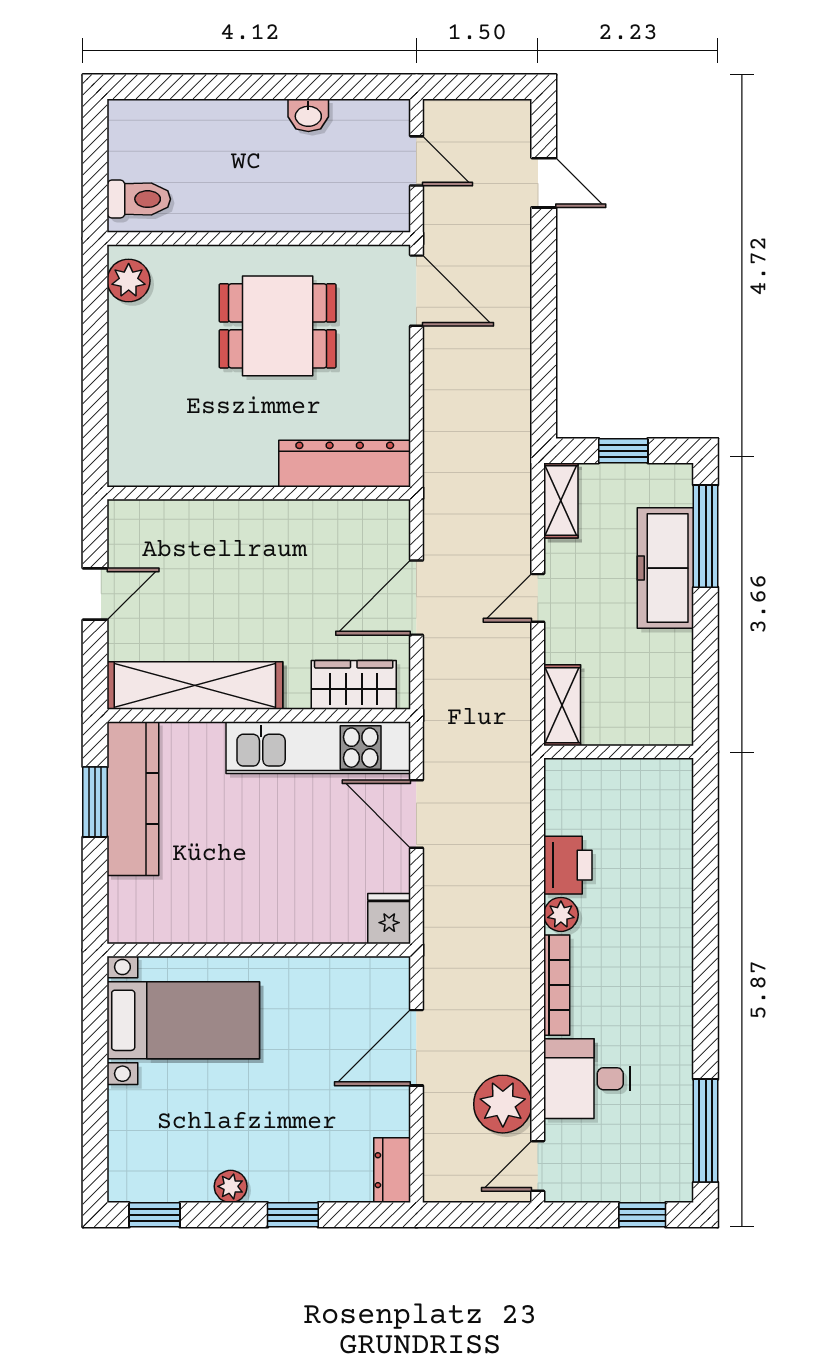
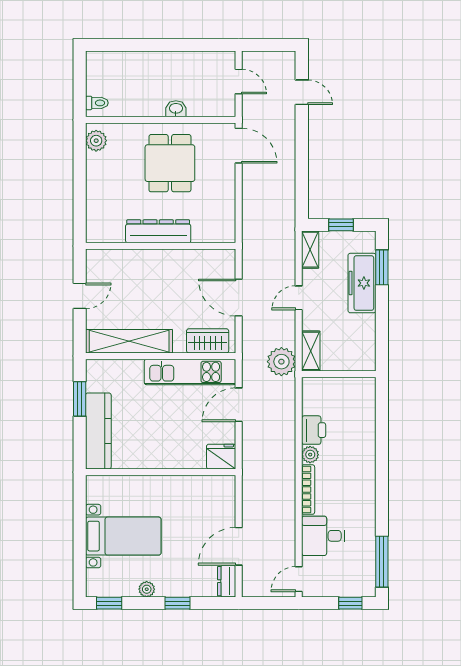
washbasin: (308, 115) -> (176, 109), moved, turned 180
toilet: (139, 199) -> (97, 103), width x0.73, depth x0.72
dining table: (278, 326) -> (170, 163), turned 90
dresser: (345, 464) -> (158, 231), moved
window: (706, 536) -> (382, 267), width x0.69
door: (416, 598) -> (239, 298), hinge flipped
kitchen counter: (133, 799) -> (98, 431), moved
door: (416, 814) -> (239, 405), hinge flipped
fridge: (389, 919) -> (221, 457), width x1.38
bed with nightstands: (183, 1020) -> (123, 536), moved
door: (416, 1048) -> (239, 546), moved
plant: (503, 1104) -> (281, 362), moved

